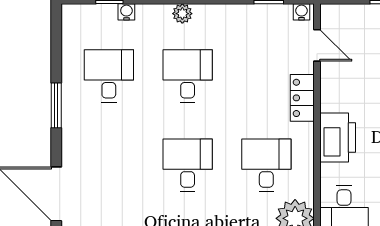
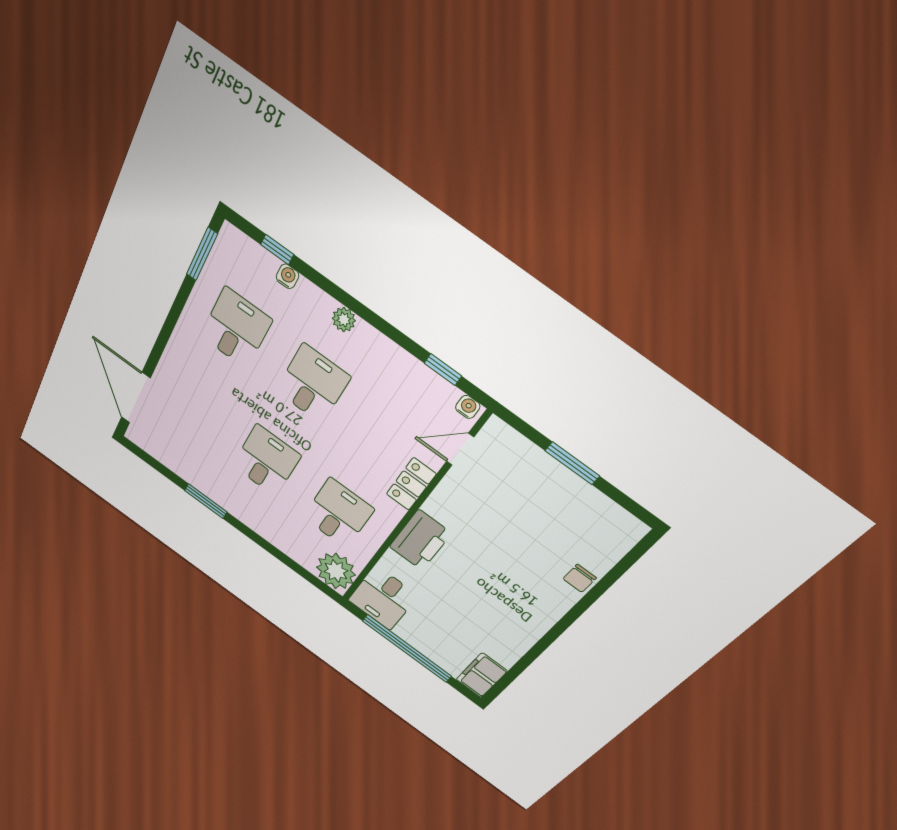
door: (317, 45) -> (460, 449), swing flipped
window: (56, 105) -> (202, 254), moved

